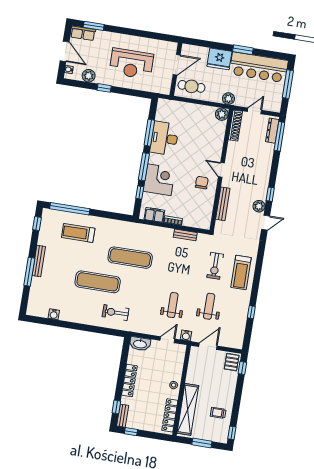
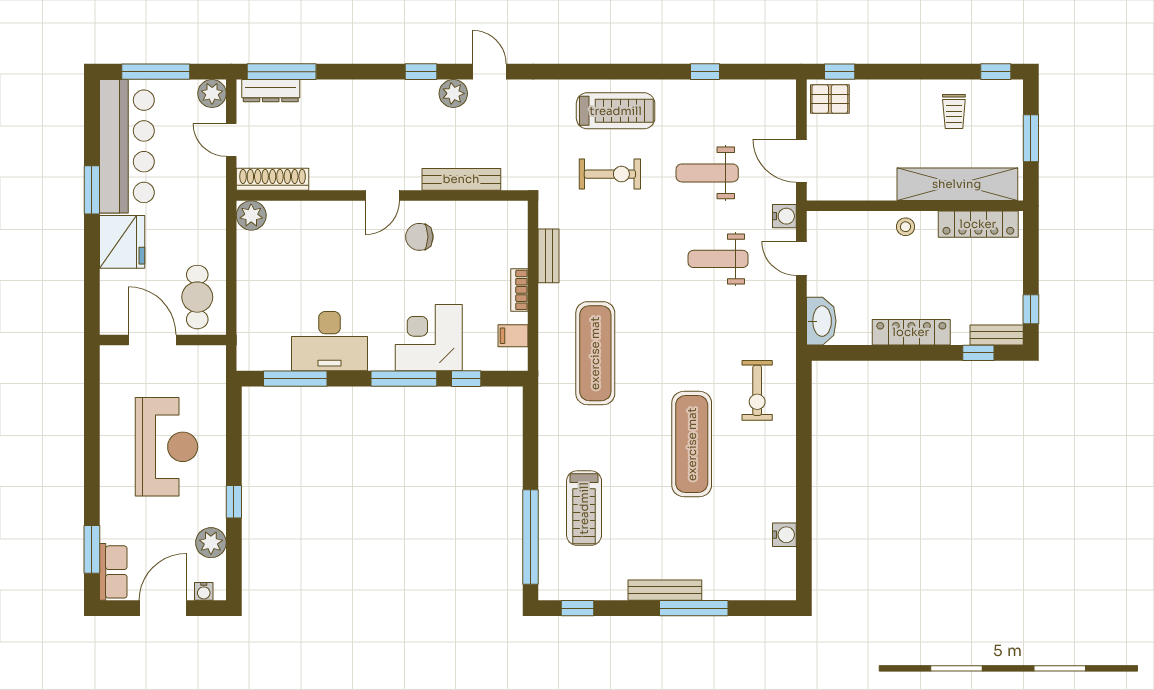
plant: (228, 99) -> (212, 93), moved
window: (149, 133) -> (295, 379), moved
filing cabinet: (154, 215) -> (513, 336), width x0.50
exercise mat: (130, 258) -> (595, 353), moved

